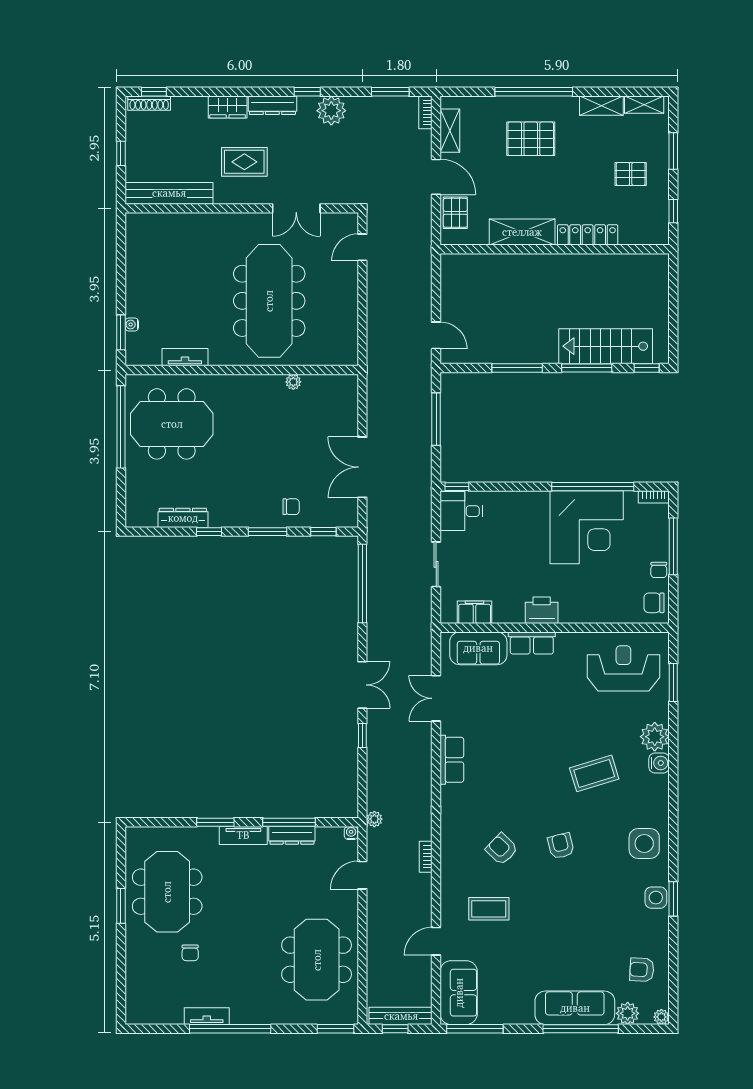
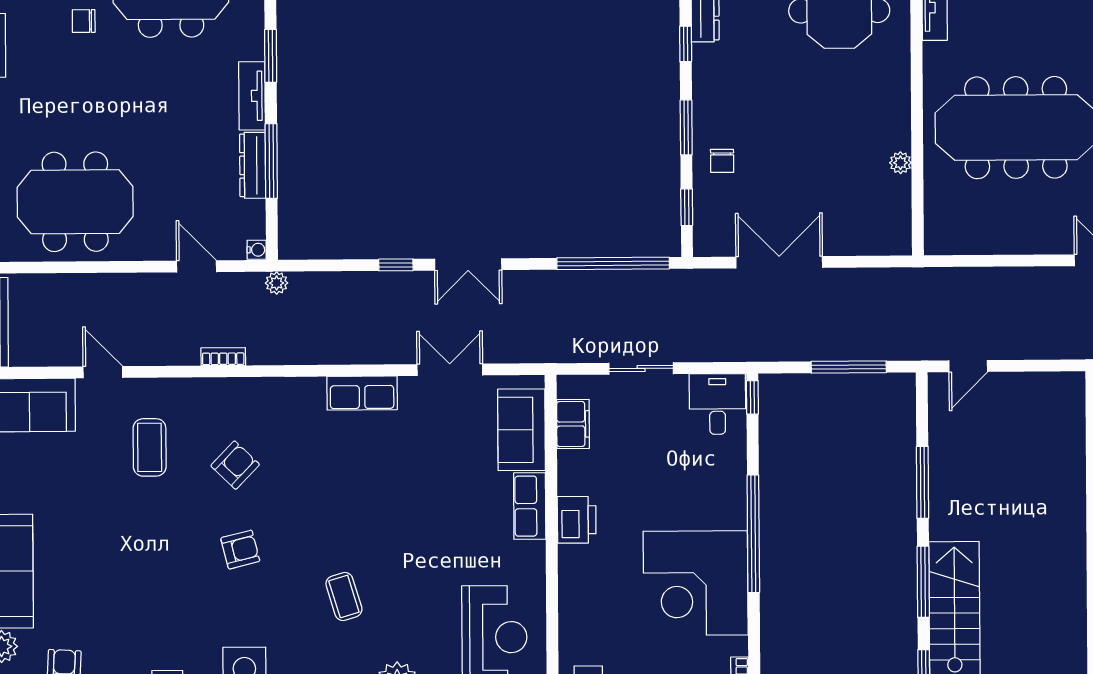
window: (593, 487) -> (753, 534), moved
coffee table: (594, 773) -> (344, 597), width x0.73, depth x0.77

